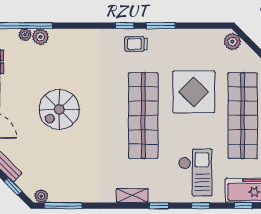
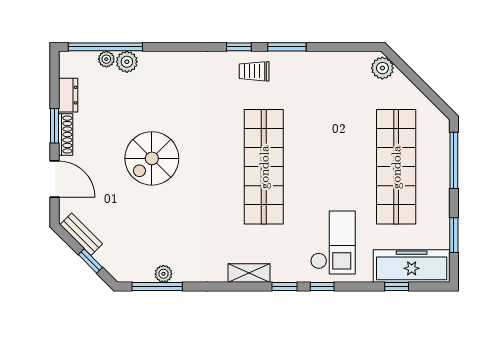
display table: (194, 92) -> (331, 135), removed
plant: (41, 196) -> (163, 274), moved
window: (200, 206) -> (322, 287), moved

